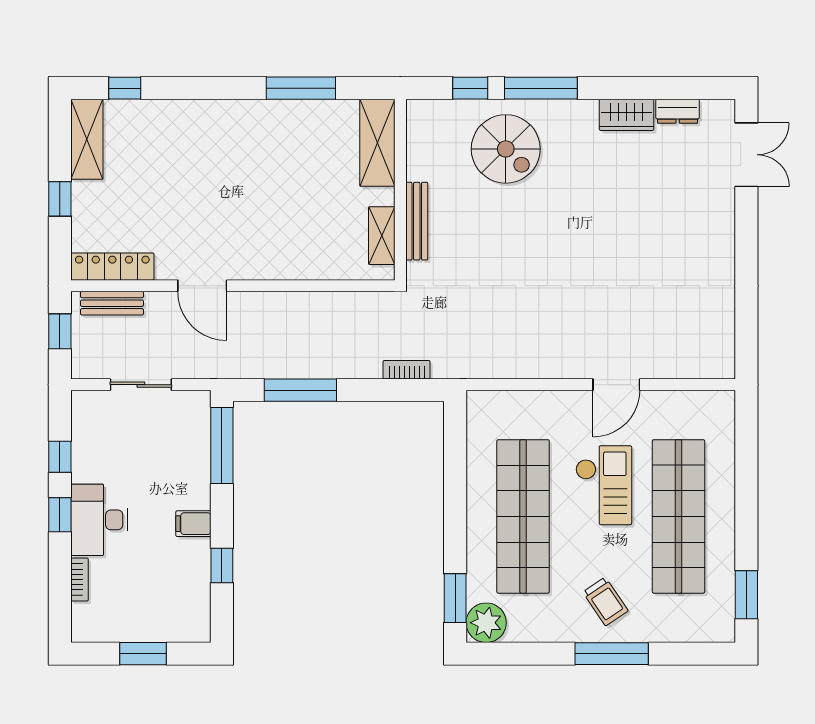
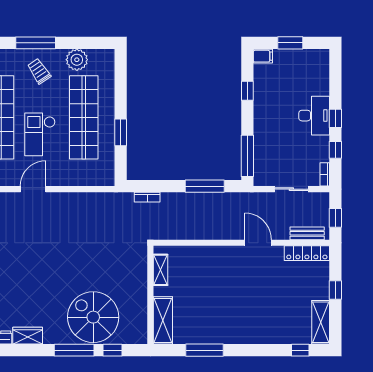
spiral stairs: (506, 149) -> (93, 317), width x1.37, depth x1.37
bench: (417, 221) -> (142, 278), removed
filing cabinet: (193, 524) -> (263, 56), moved
bookcase: (79, 580) -> (325, 174), moved
window: (455, 598) -> (121, 132), moved
plant: (486, 623) -> (77, 60), moved

